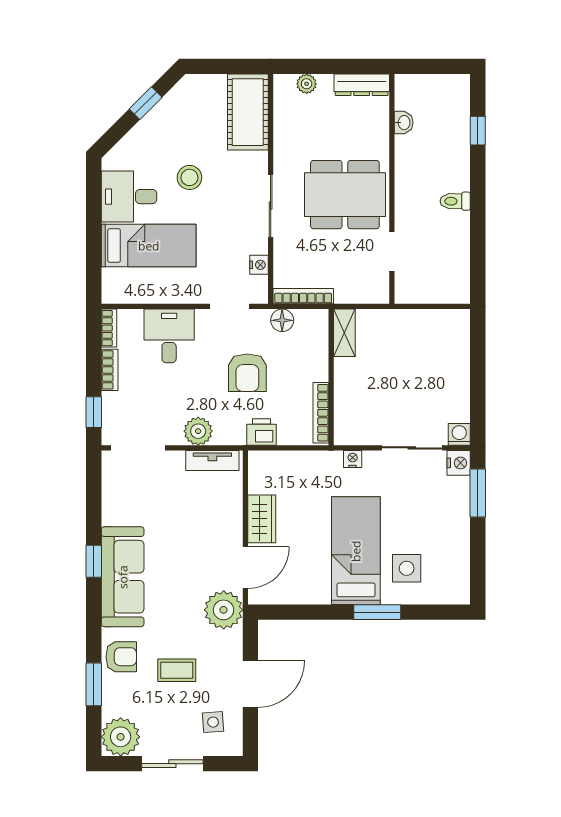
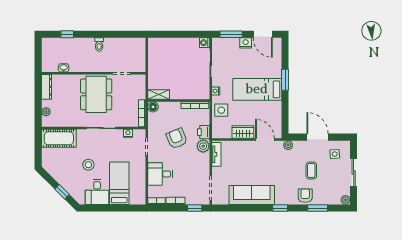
window: (146, 103) -> (62, 192), moved
floor lamp: (282, 320) -> (153, 107), moved
armchair: (247, 373) -> (177, 139), turned -112
plant: (198, 431) -> (203, 146), moved
nightstand: (459, 463) -> (246, 43), moved
window: (94, 561) -> (280, 208), moved
door: (478, 563) -> (263, 34), added
side table: (407, 568) -> (221, 110), moved
sofa: (123, 577) -> (252, 195), moved
plant: (224, 610) -> (288, 145), width x0.53, depth x0.53
plant: (121, 737) -> (345, 200), width x0.53, depth x0.53

